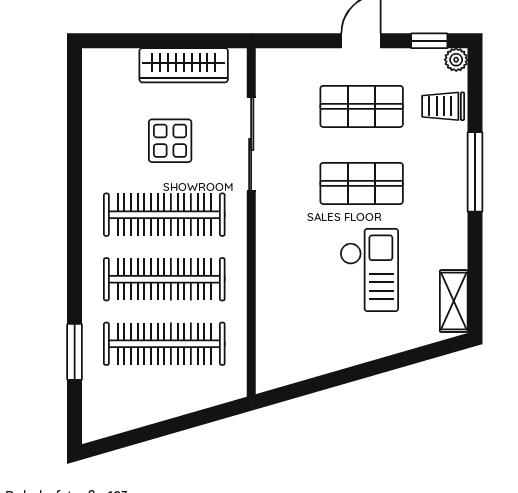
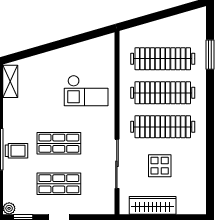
trolley: (443, 106) -> (16, 151), moved
checkout: (369, 270) -> (86, 91), moved, turned -90

